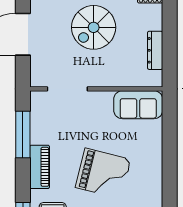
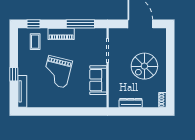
spiral stairs: (94, 27) -> (144, 66), turned -90
sofa: (138, 105) -> (98, 80), moved

